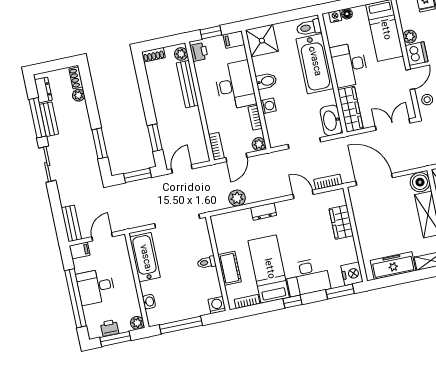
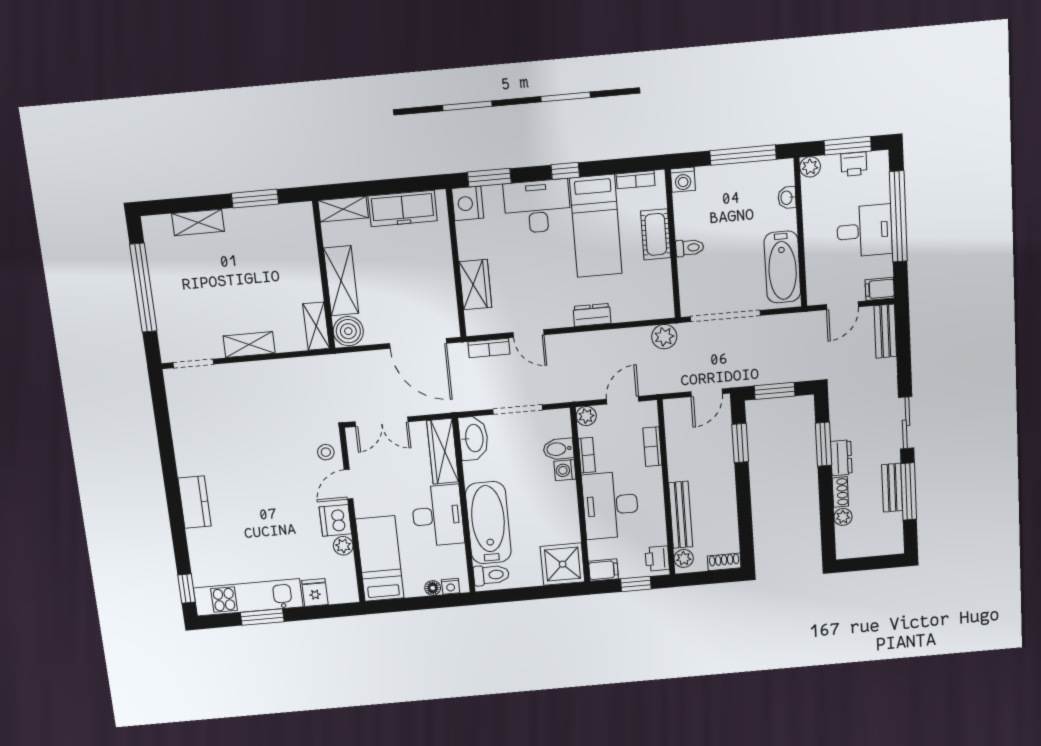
shoe rack: (76, 78) -> (840, 492), moved
bidet: (266, 81) -> (558, 449), moved
dresser: (43, 90) -> (841, 458), moved, turned 180
bookcase: (216, 146) -> (652, 447), moved
plant: (237, 198) -> (664, 337), moved

